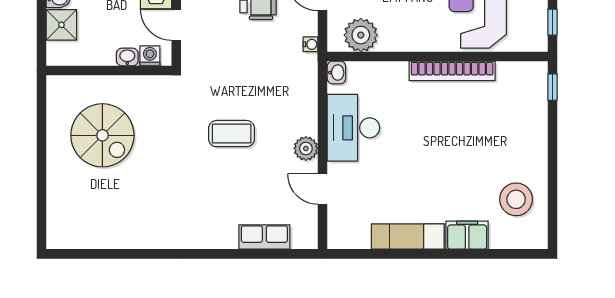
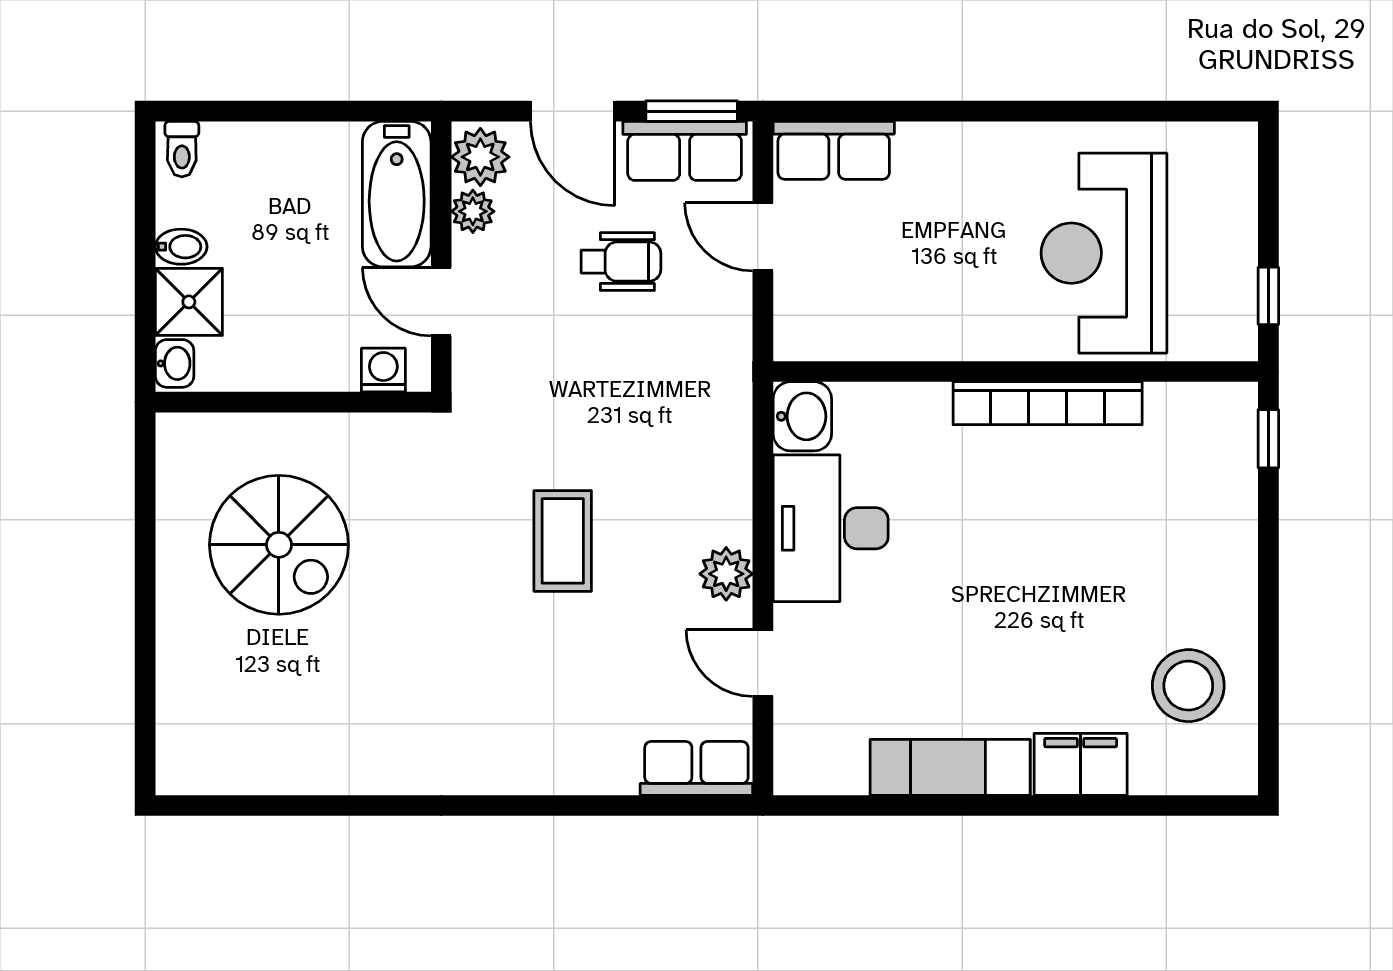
plant: (361, 35) -> (847, 324), removed
water cooler: (311, 44) -> (737, 345), removed
washbasin: (127, 57) -> (175, 363), moved, turned 90
washbasin: (336, 73) -> (802, 416), width x1.38, depth x1.45
coffee table: (232, 134) -> (563, 541), turned 90
row of seats: (264, 237) -> (696, 768), moved

